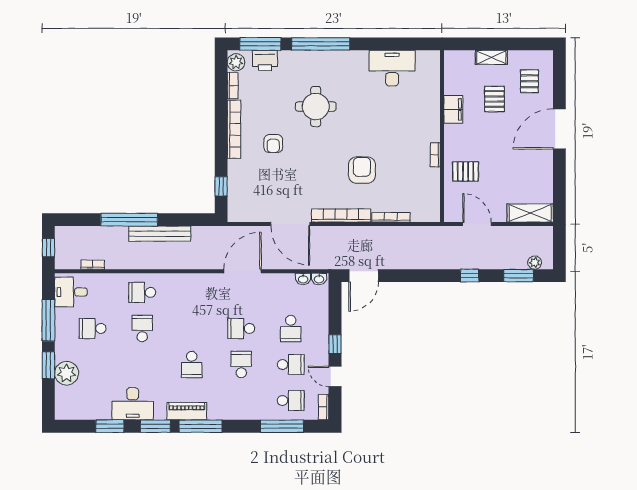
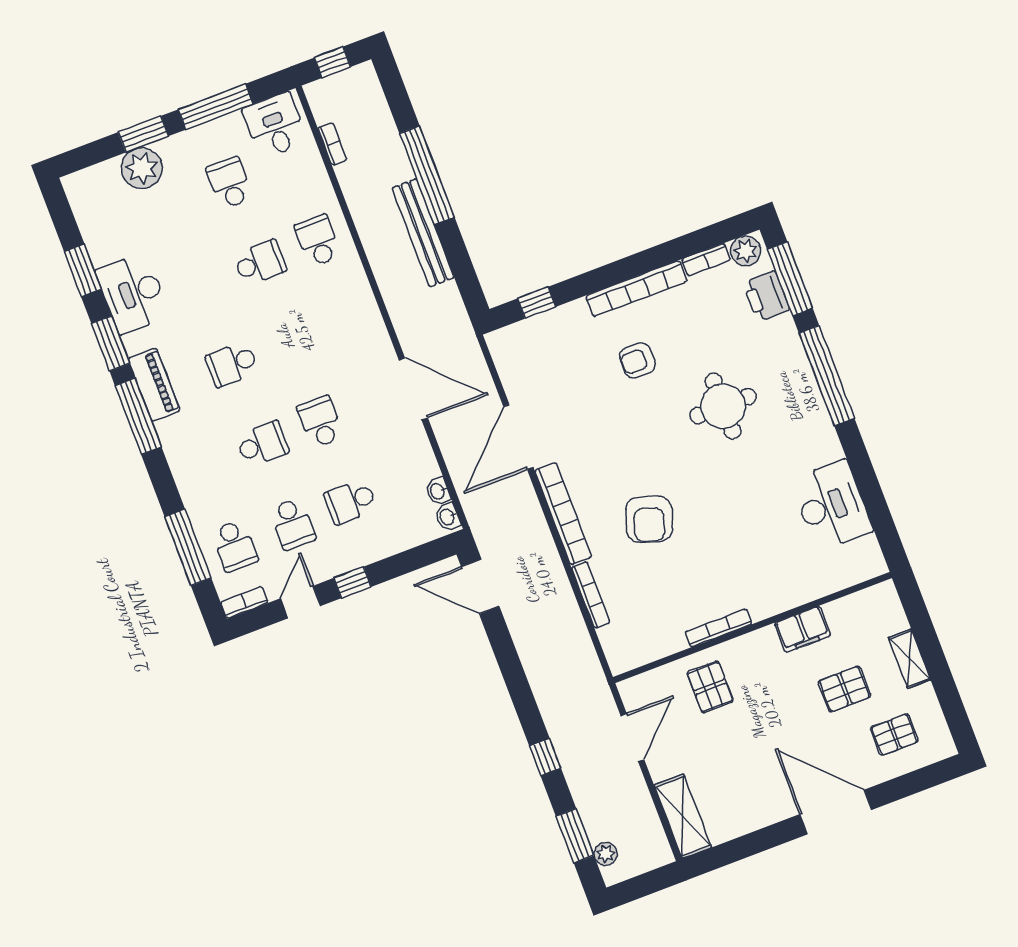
bookcase: (435, 155) -> (718, 628), width x1.56
armchair: (362, 170) -> (649, 519), turned 108

